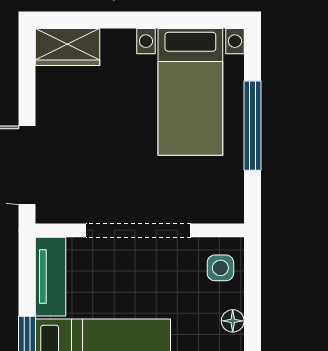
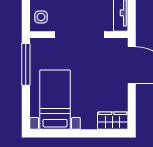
window: (252, 126) -> (26, 64), moved

